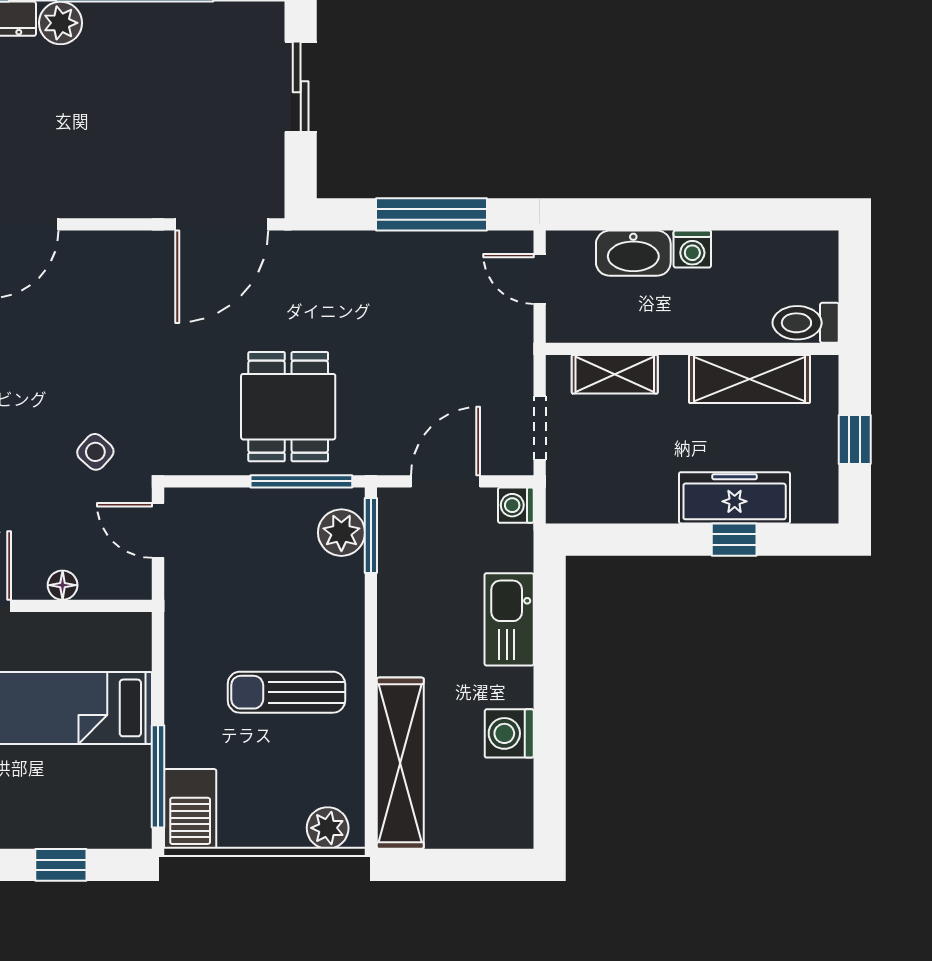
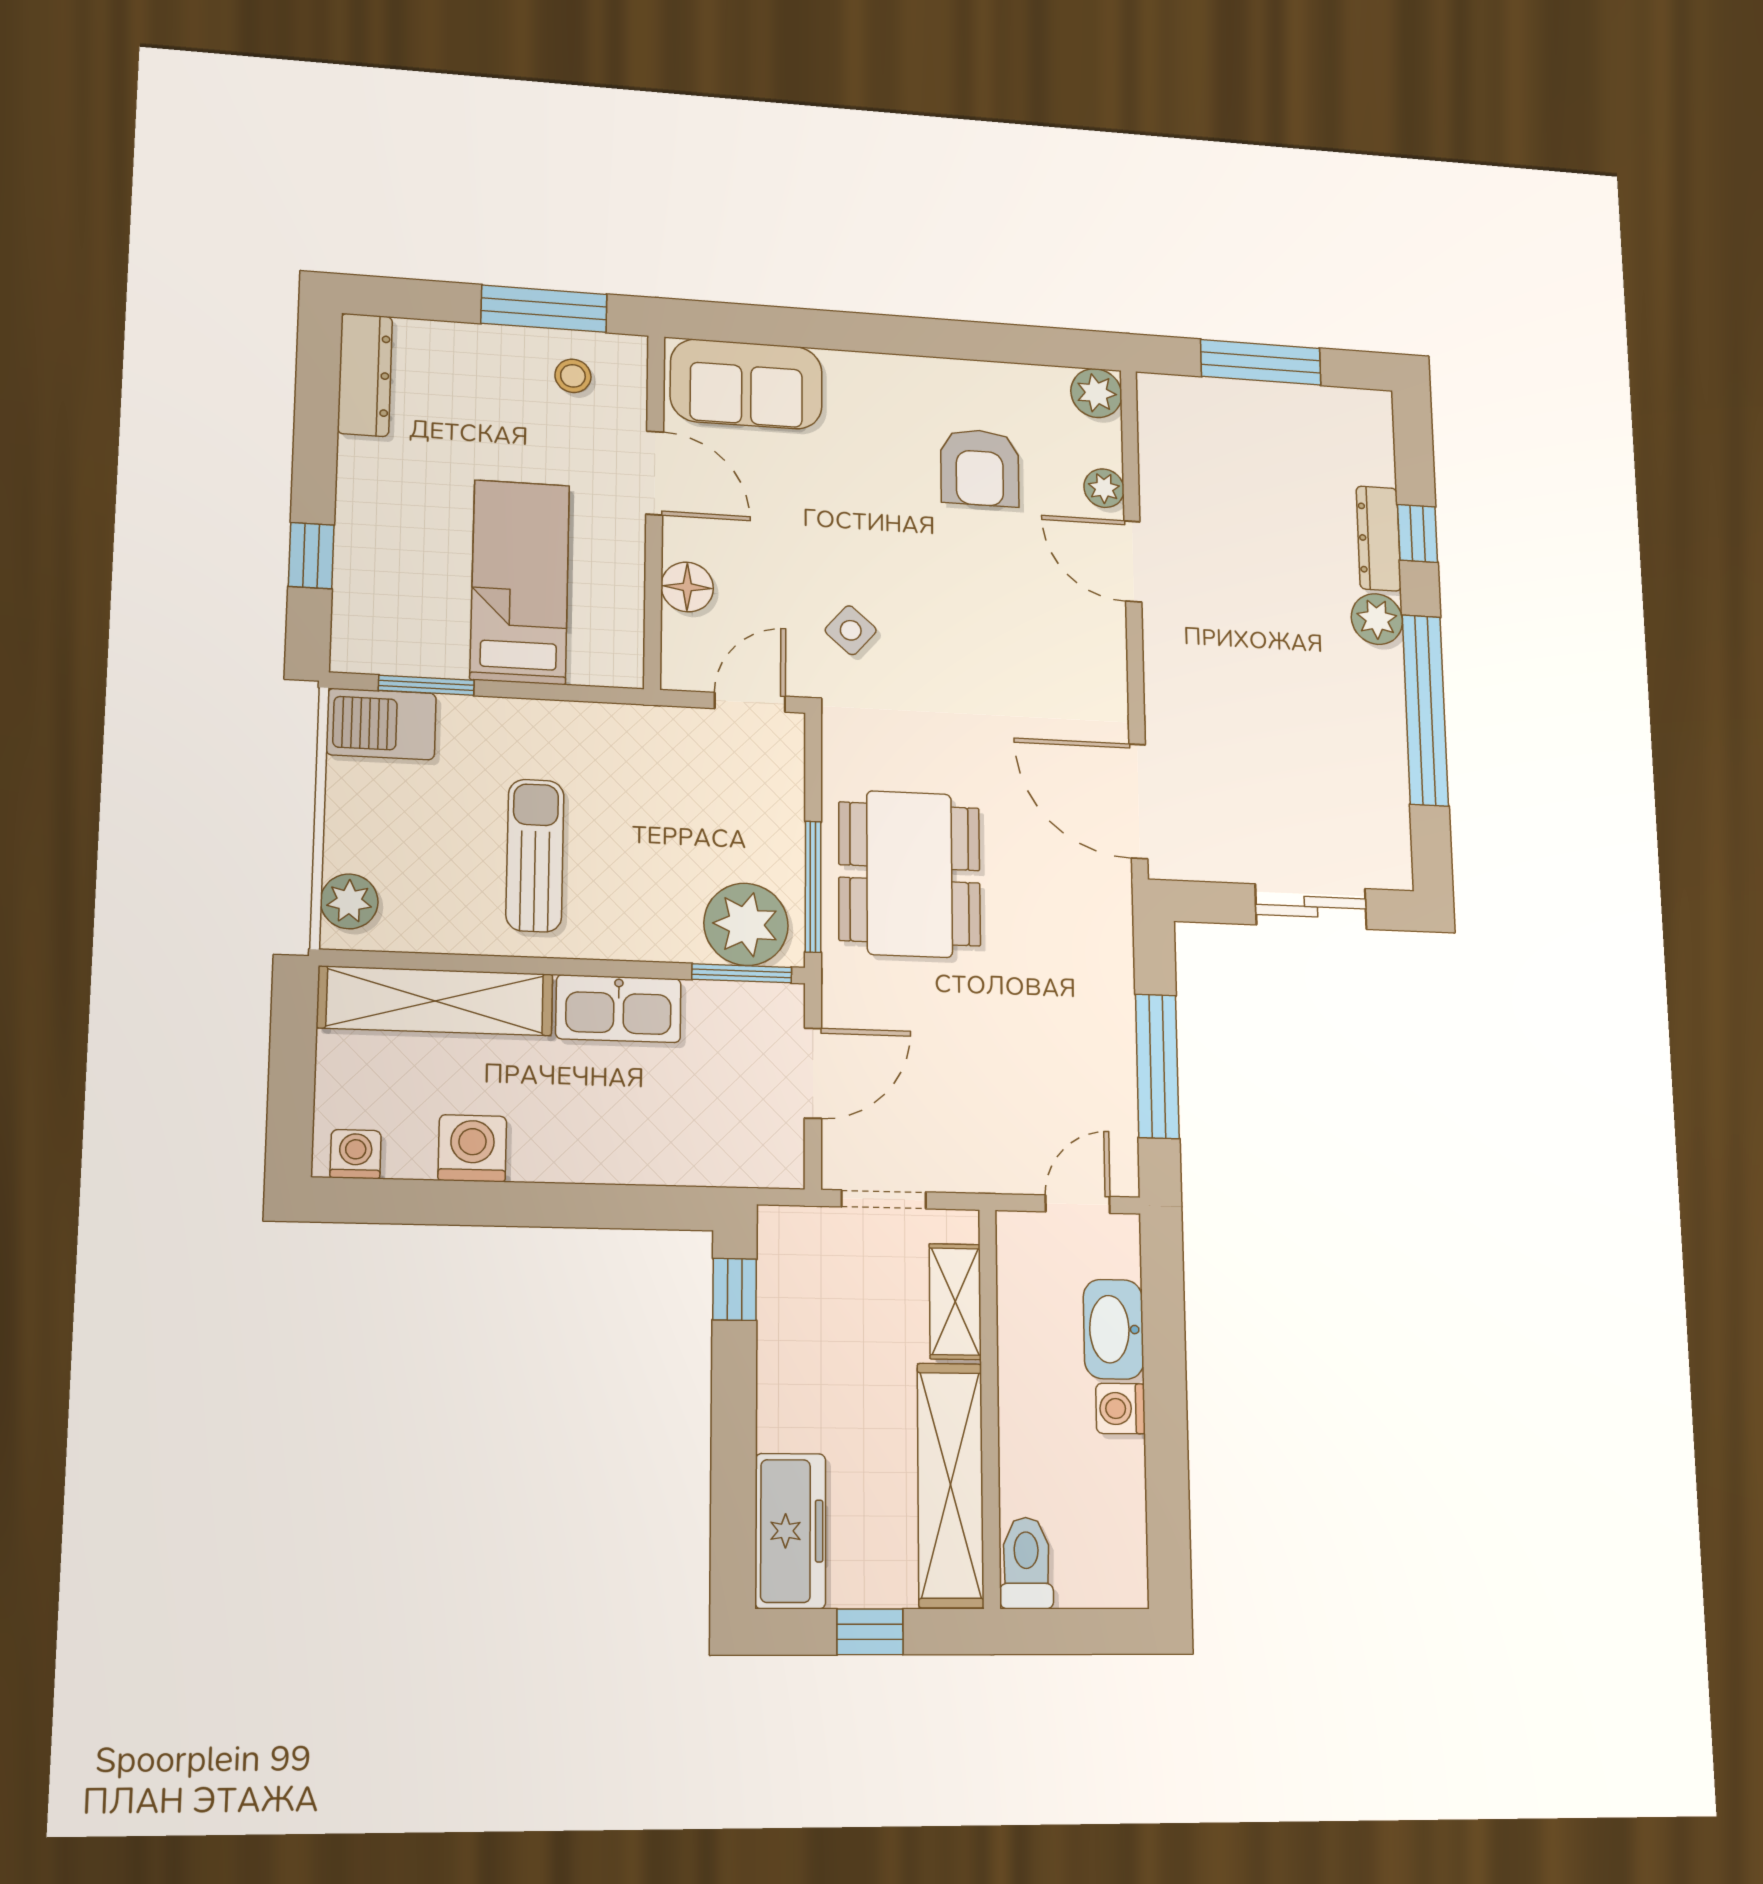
shelving: (749, 379) -> (950, 1485), width x1.47
dining table: (288, 407) -> (909, 874), width x1.38
door: (445, 481) -> (813, 1073), hinge flipped
freezer: (735, 498) -> (790, 1531), moved
washing machine: (516, 505) -> (356, 1154), moved
plant: (341, 533) -> (746, 924), width x1.36, depth x1.36
window: (734, 540) -> (735, 1289), moved
floor lamp: (63, 585) -> (687, 587), width x1.37, depth x1.37
kitchen sink: (509, 619) -> (619, 1009), moved, turned 180
window: (158, 776) -> (426, 685), width x0.69

